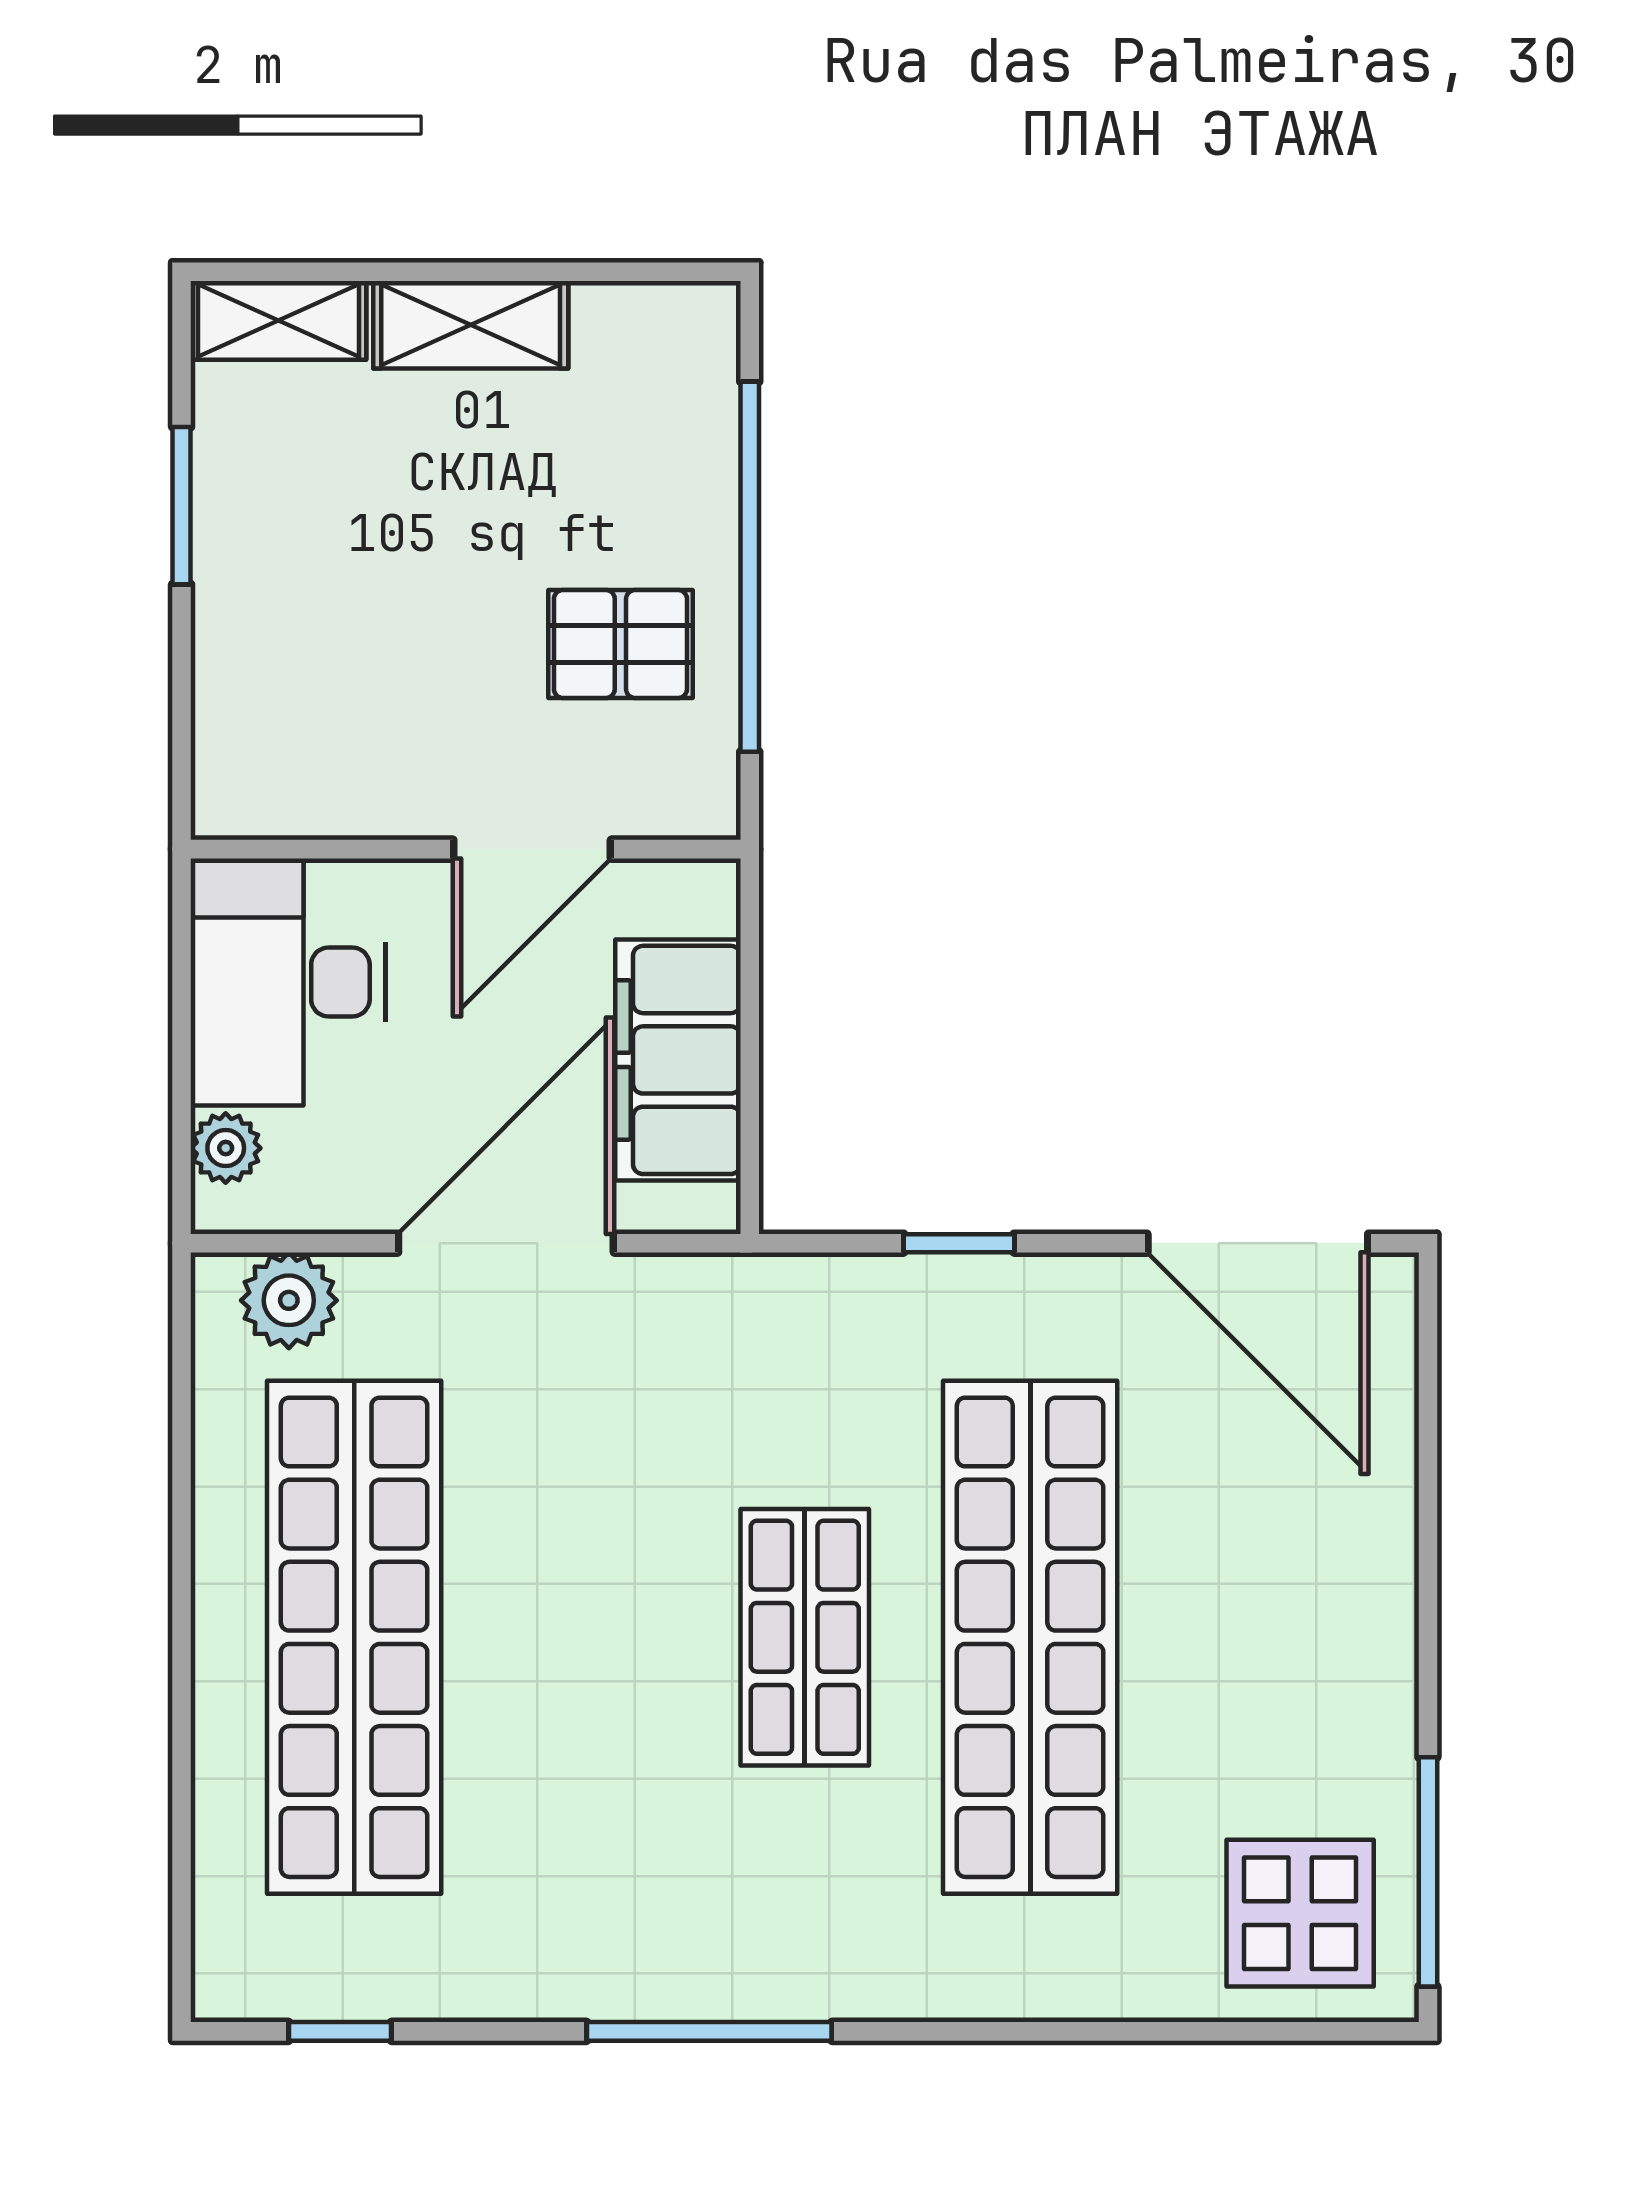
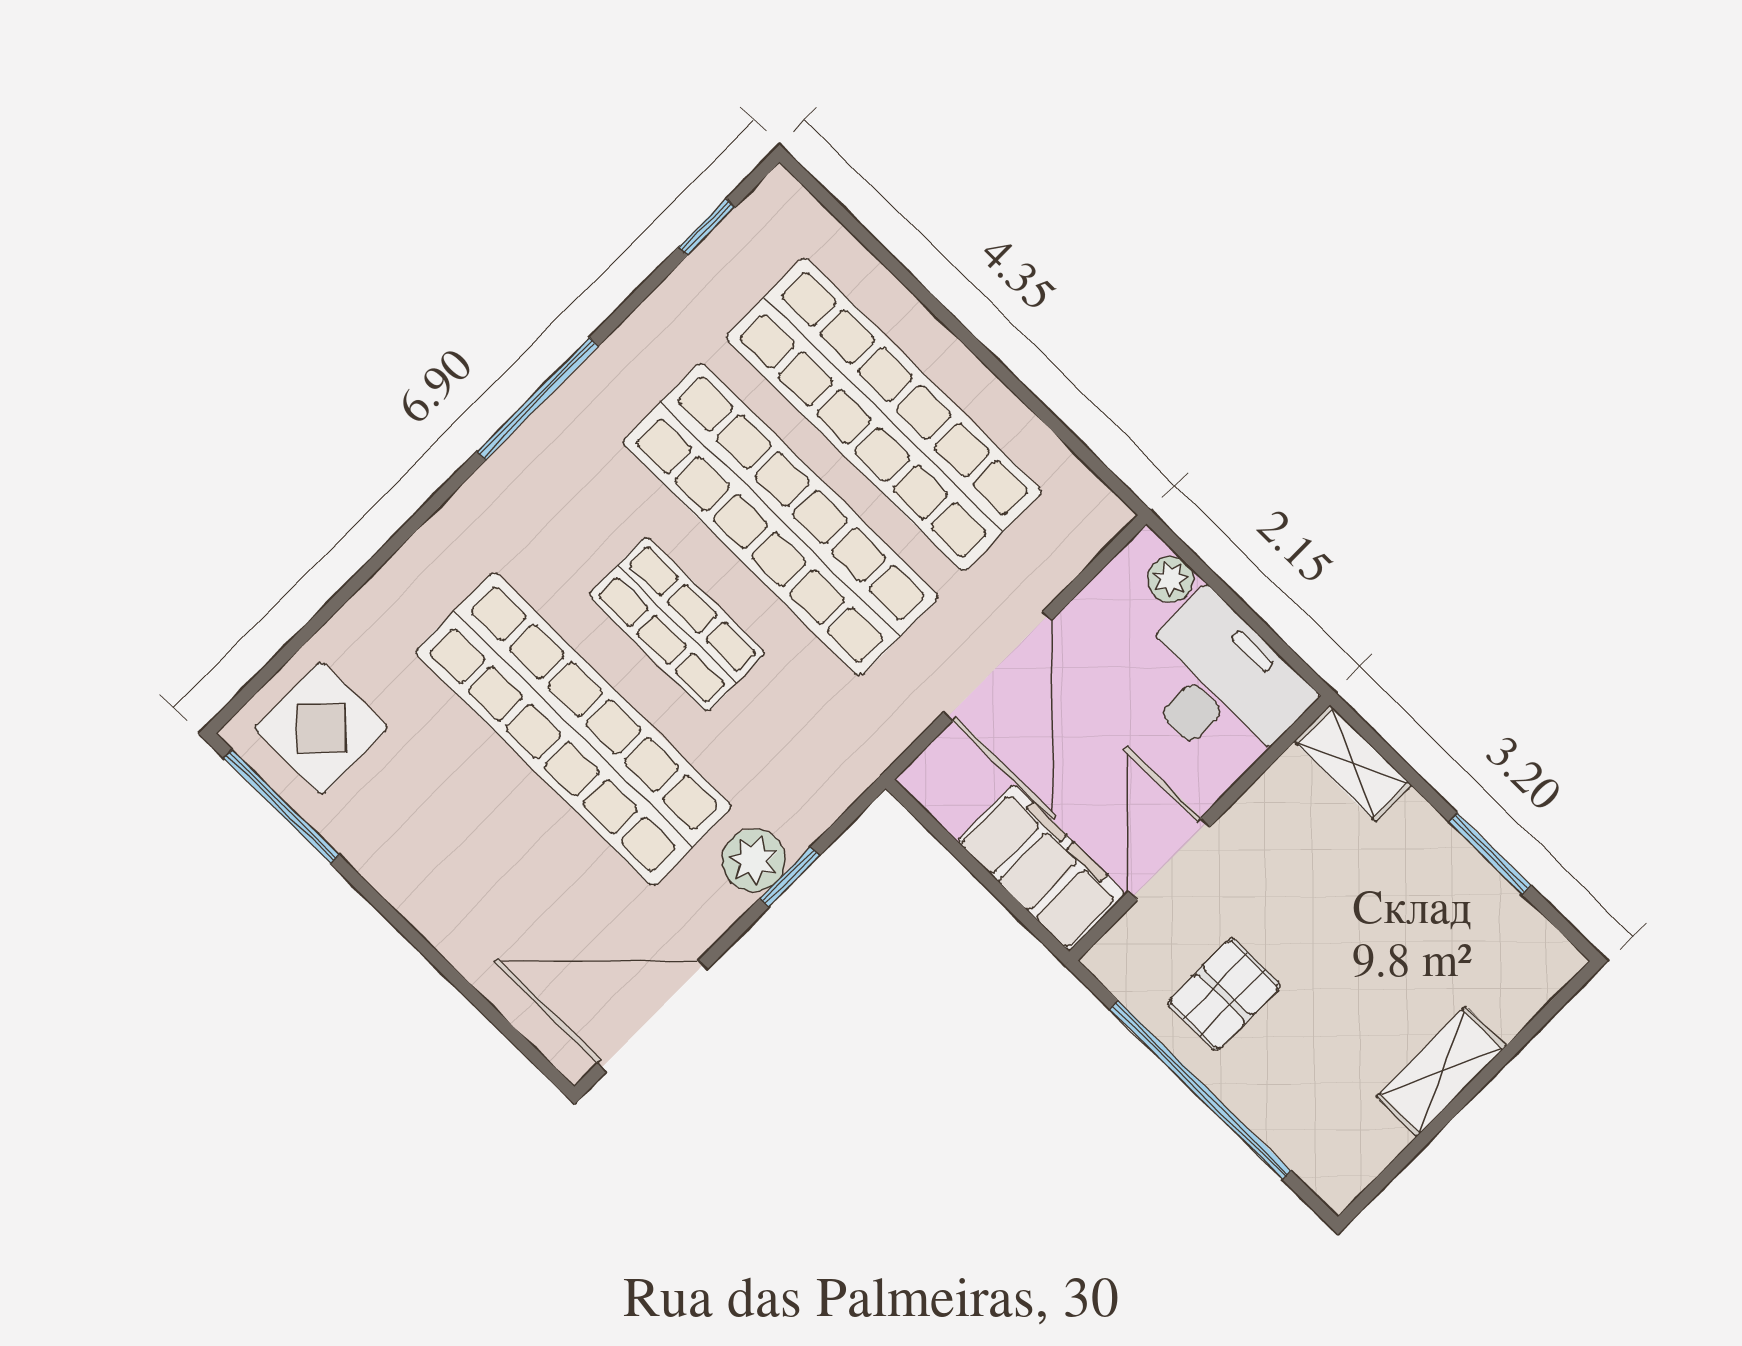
shelving: (278, 320) -> (1353, 763), moved, turned 90
filing cabinet: (678, 1060) -> (1042, 868), moved
plant: (289, 1300) -> (754, 860), moved
shop shelf: (579, 1637) -> (780, 519), added

